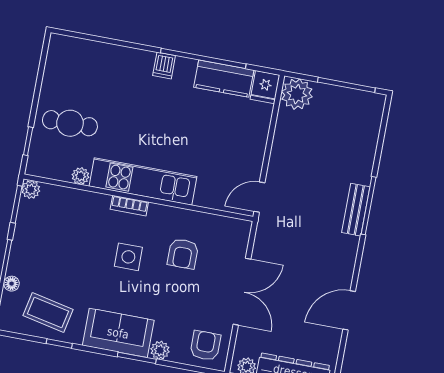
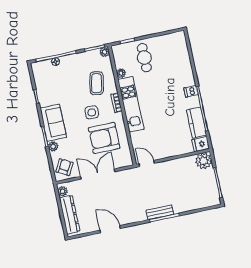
armchair: (183, 254) -> (104, 138), width x1.88, depth x1.88
double door: (242, 292) -> (98, 174), swing flipped
coffee table: (48, 313) -> (96, 83), moved
armchair: (205, 346) -> (64, 167), turned -62

